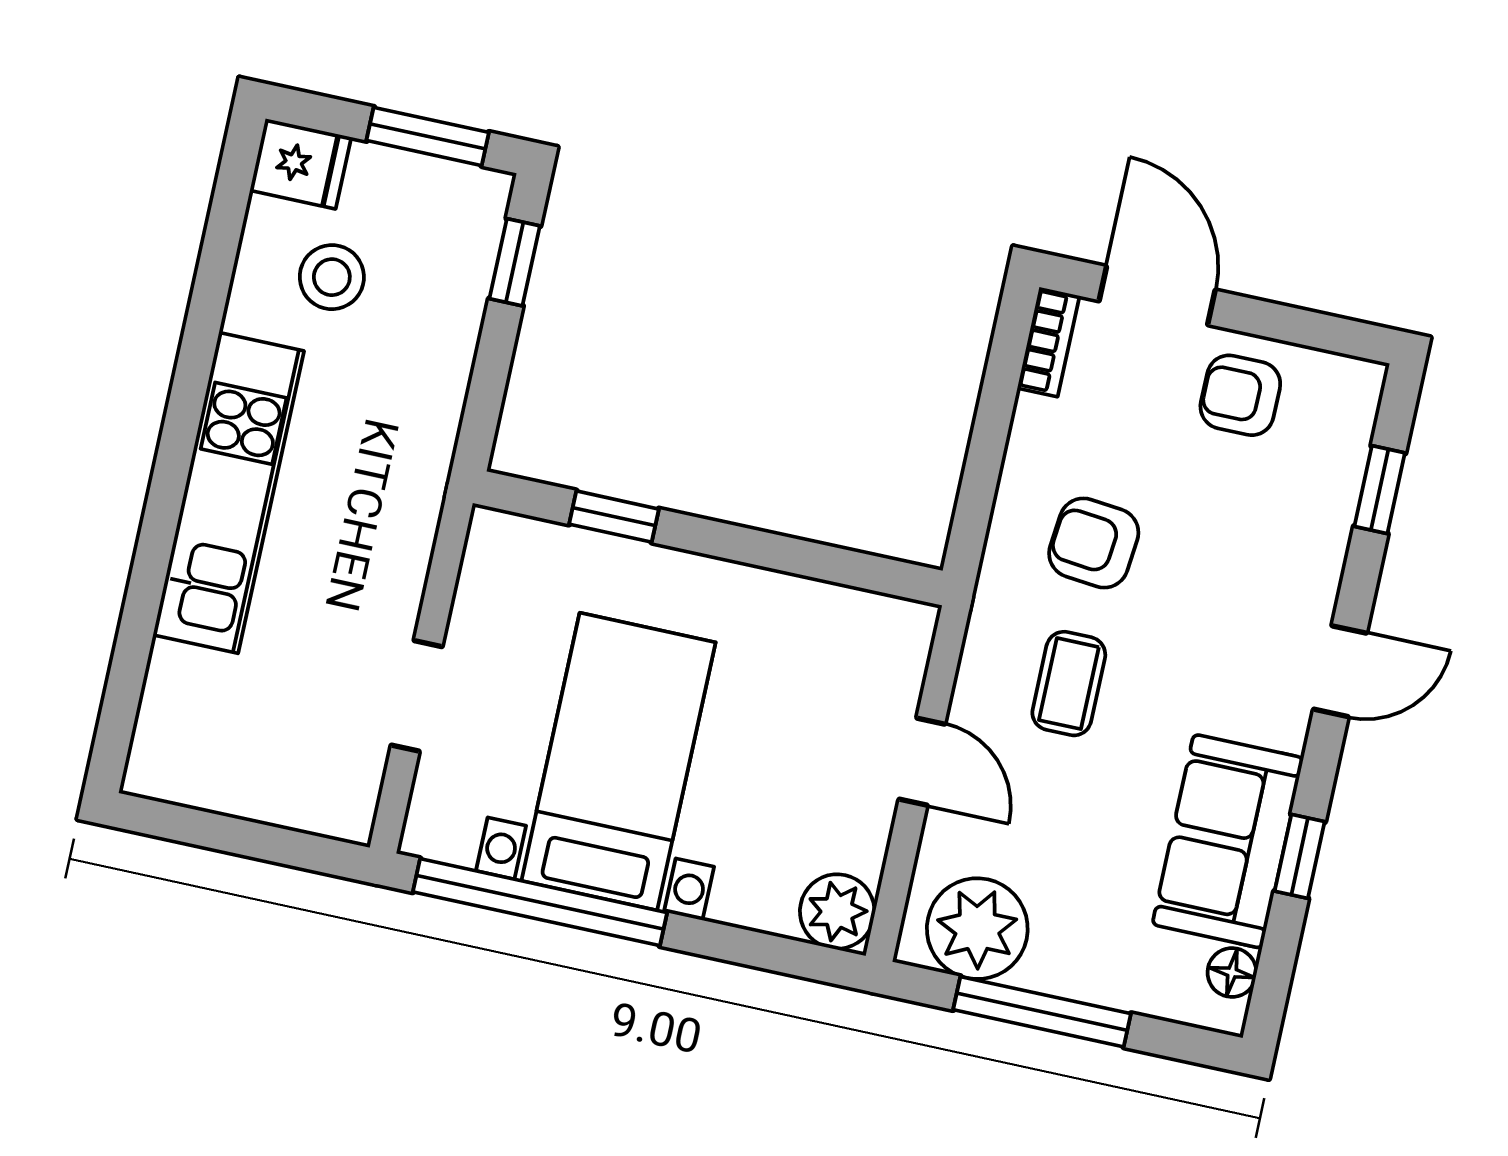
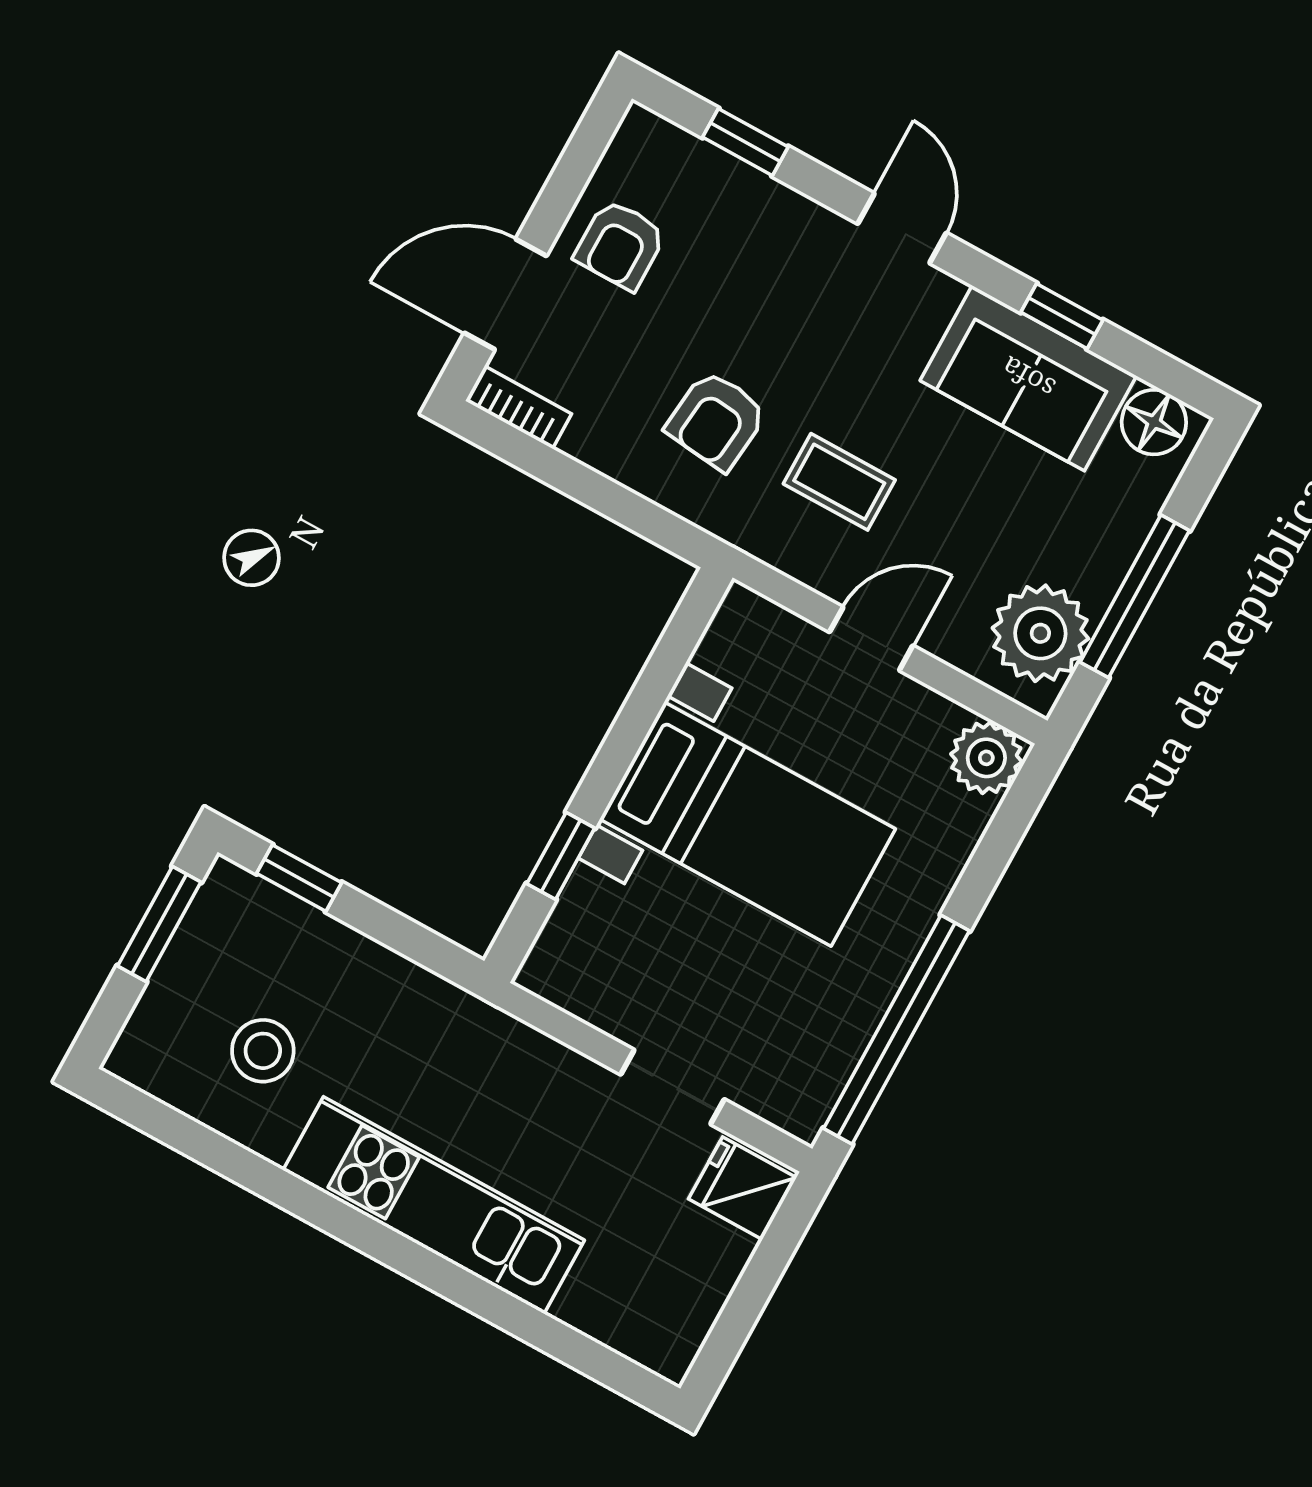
fridge: (301, 164) -> (742, 1188), moved, turned -90
bed with nightstands: (618, 762) -> (748, 824), moved, turned 180
floor lamp: (1232, 973) -> (1154, 422), width x1.37, depth x1.37

